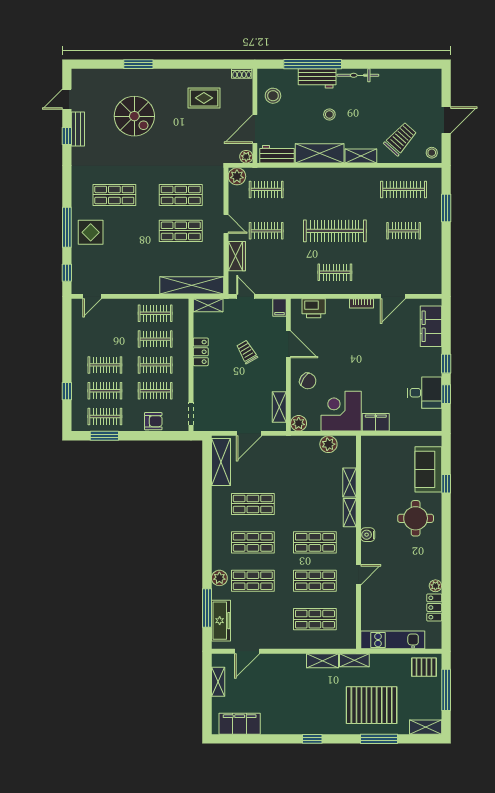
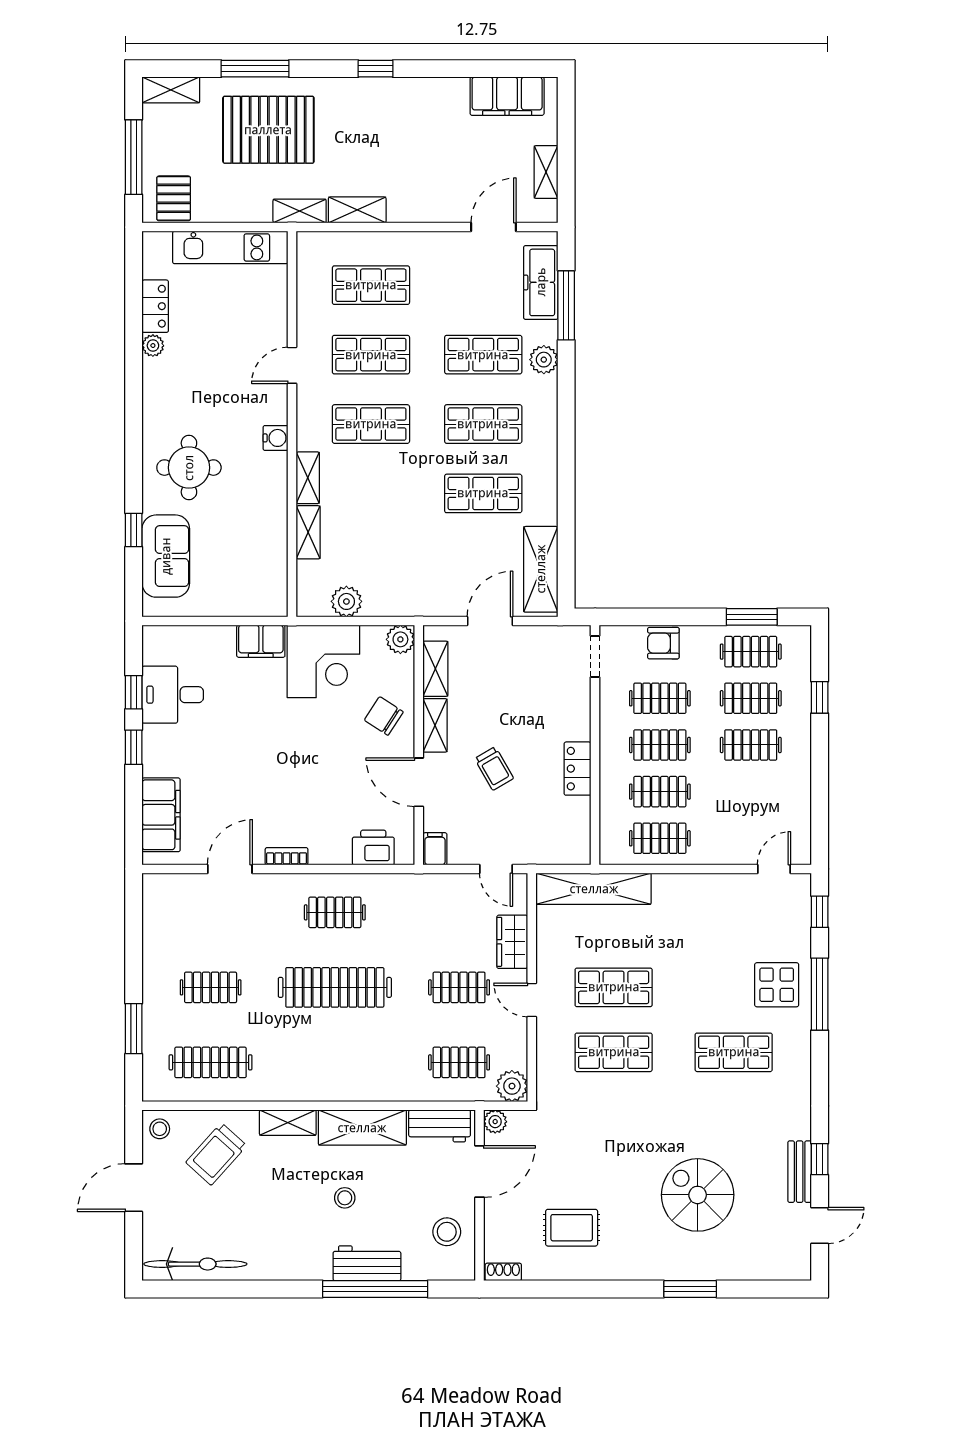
bicycle: (358, 75) -> (195, 1264), moved, width x1.37, depth x1.40
shelving: (208, 305) -> (435, 725), moved, turned 90
pallet: (424, 667) -> (174, 198), turned 90

